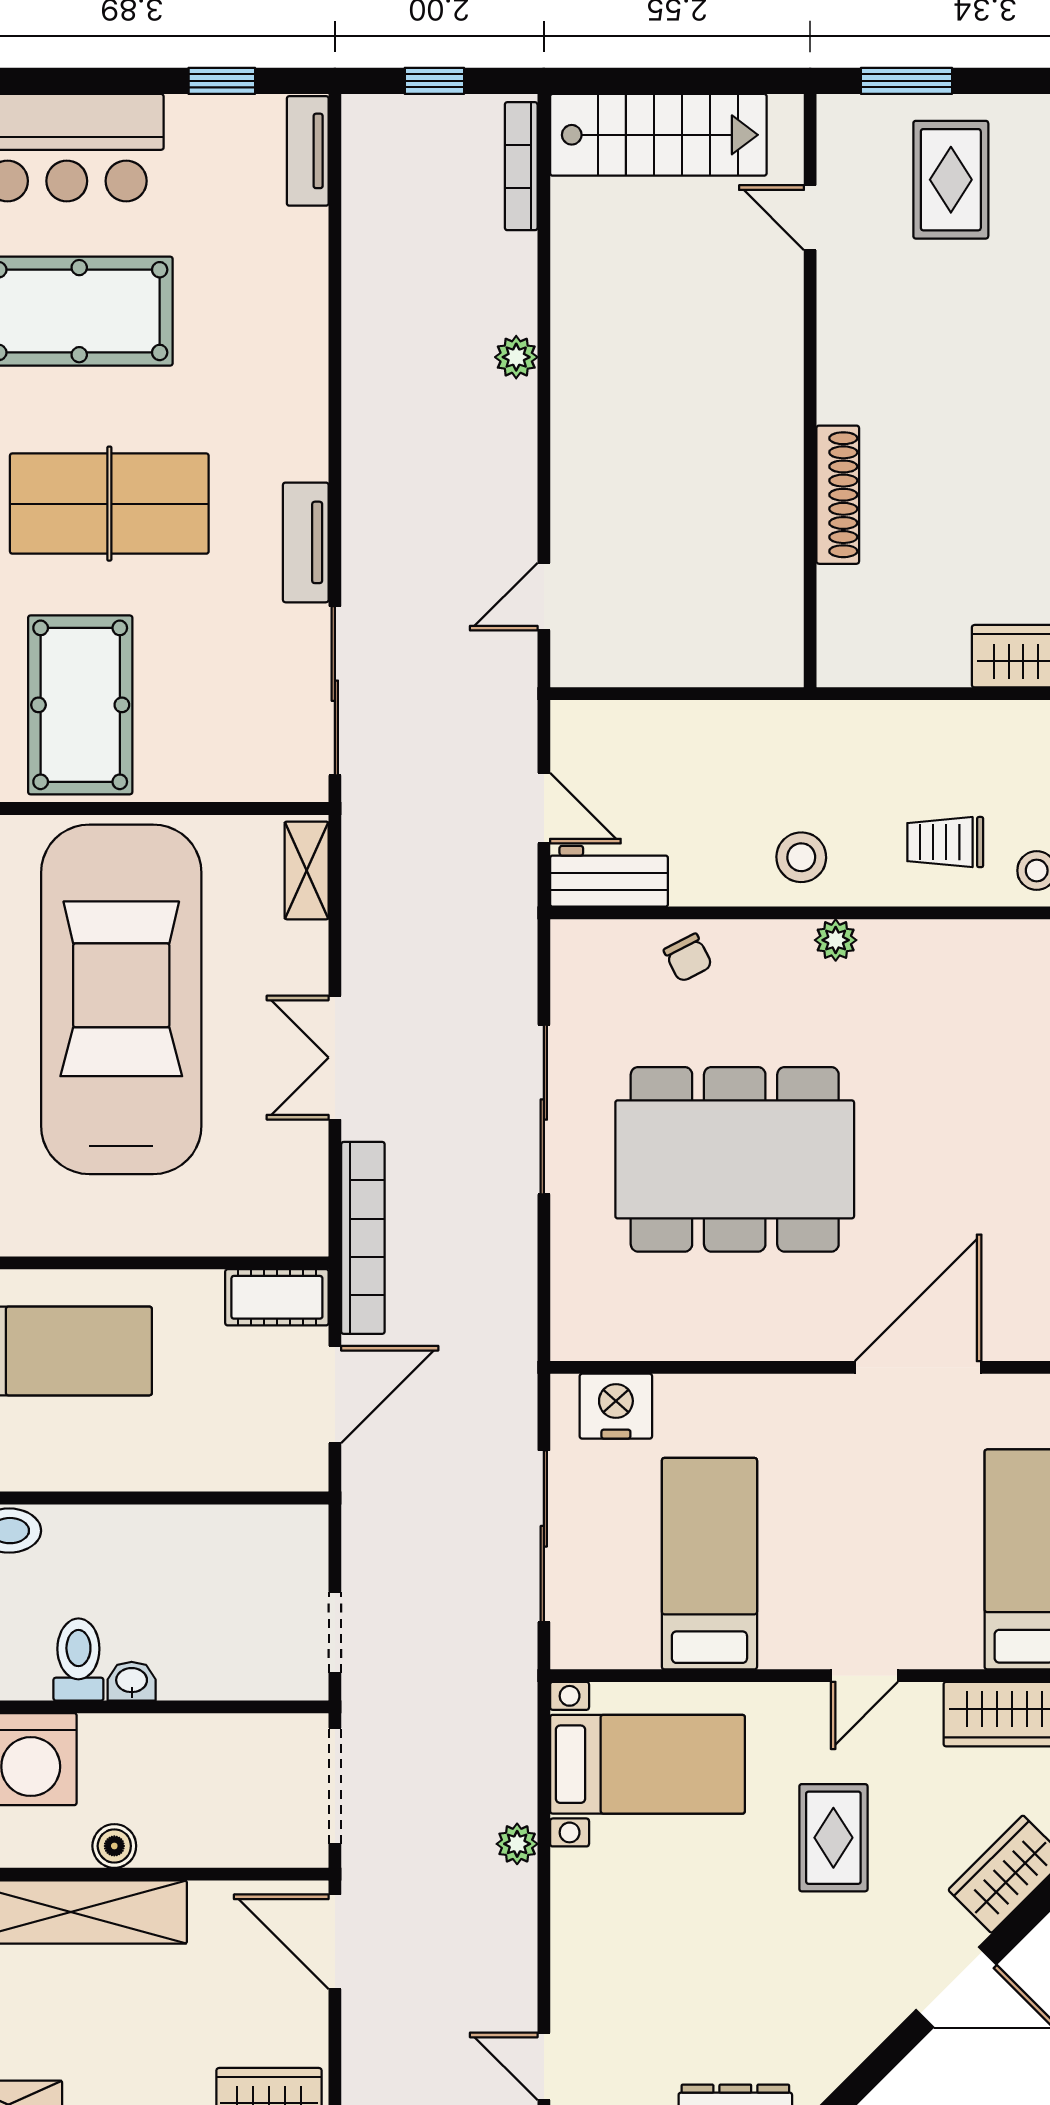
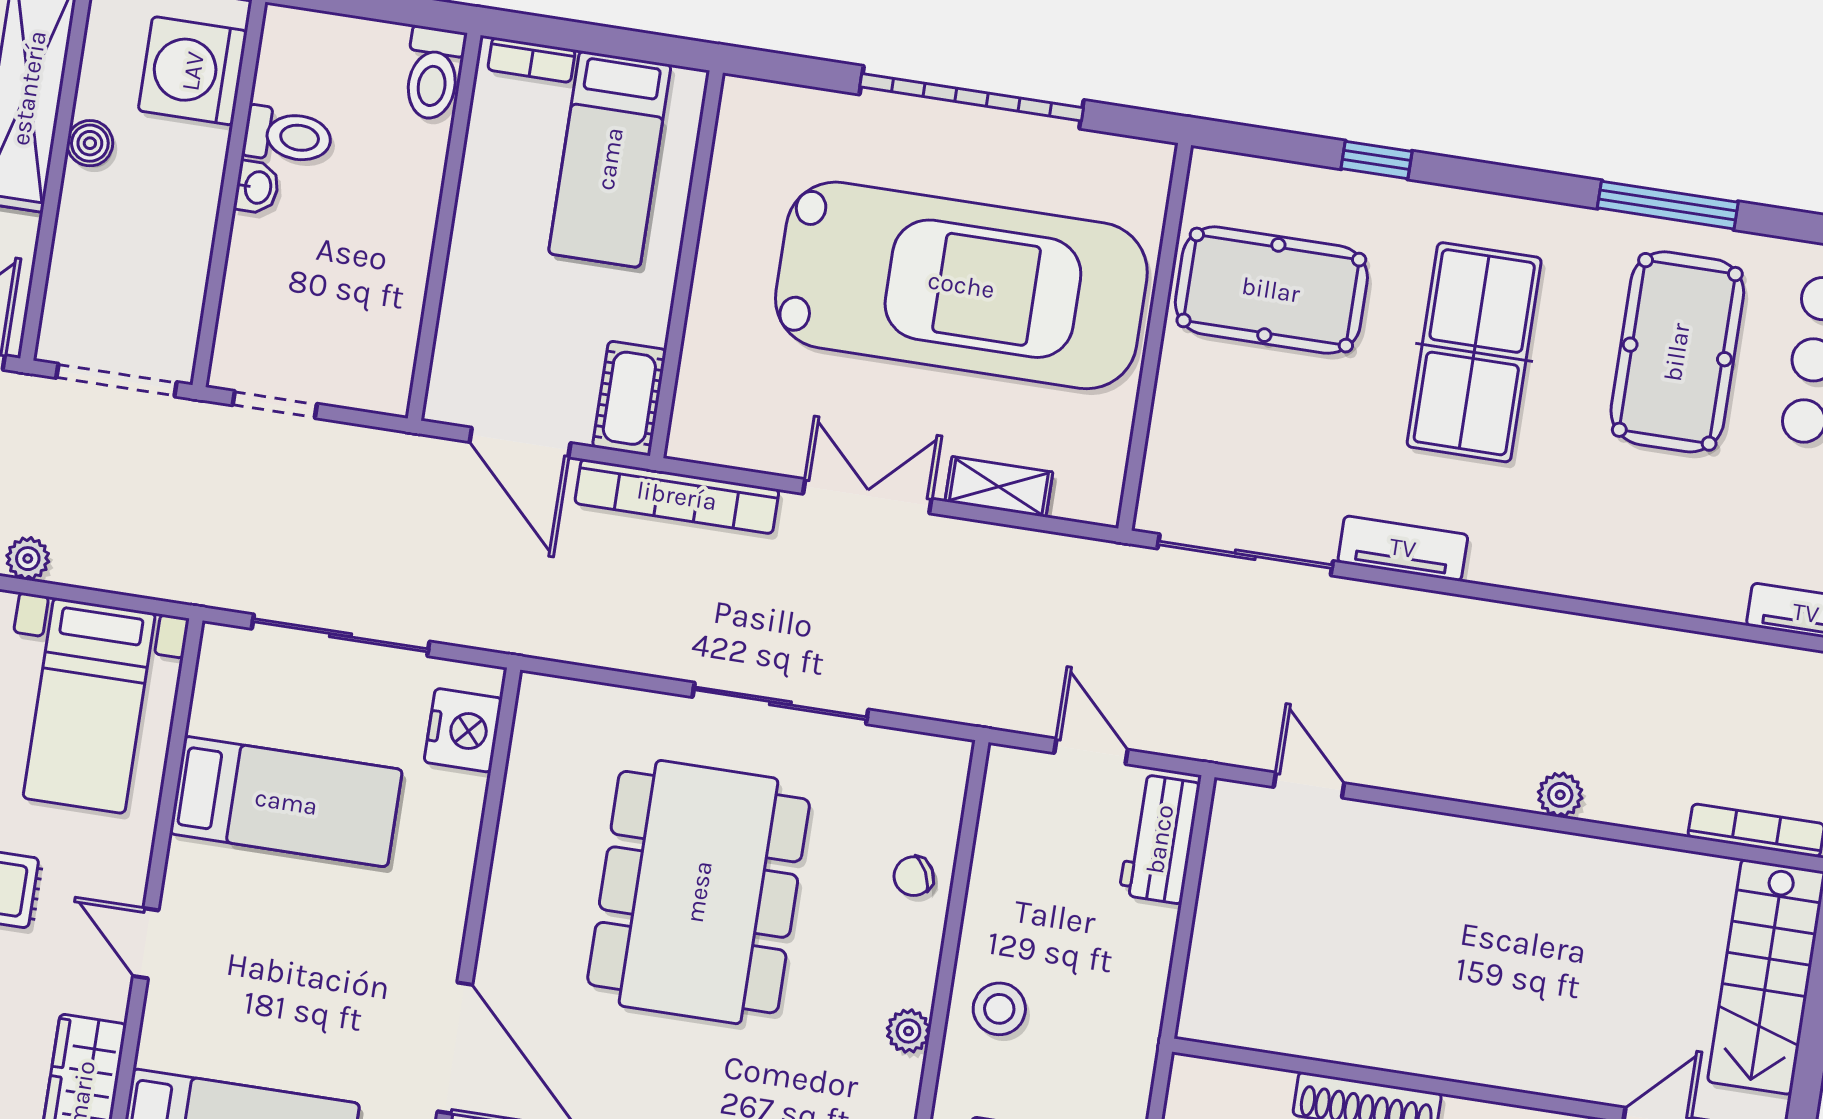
door: (544, 808) -> (1091, 751), swing flipped
shelving: (307, 870) -> (999, 487), moved
workbench: (609, 876) -> (1160, 839), moved, turned 180

